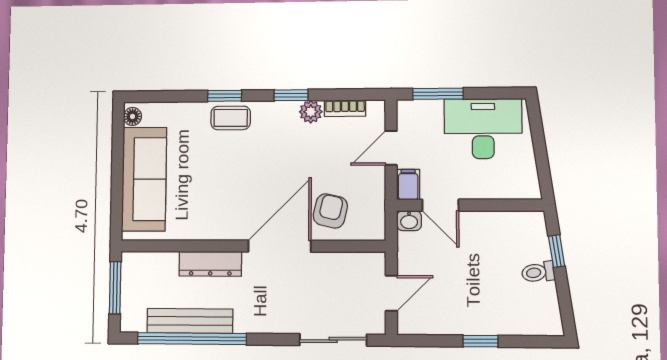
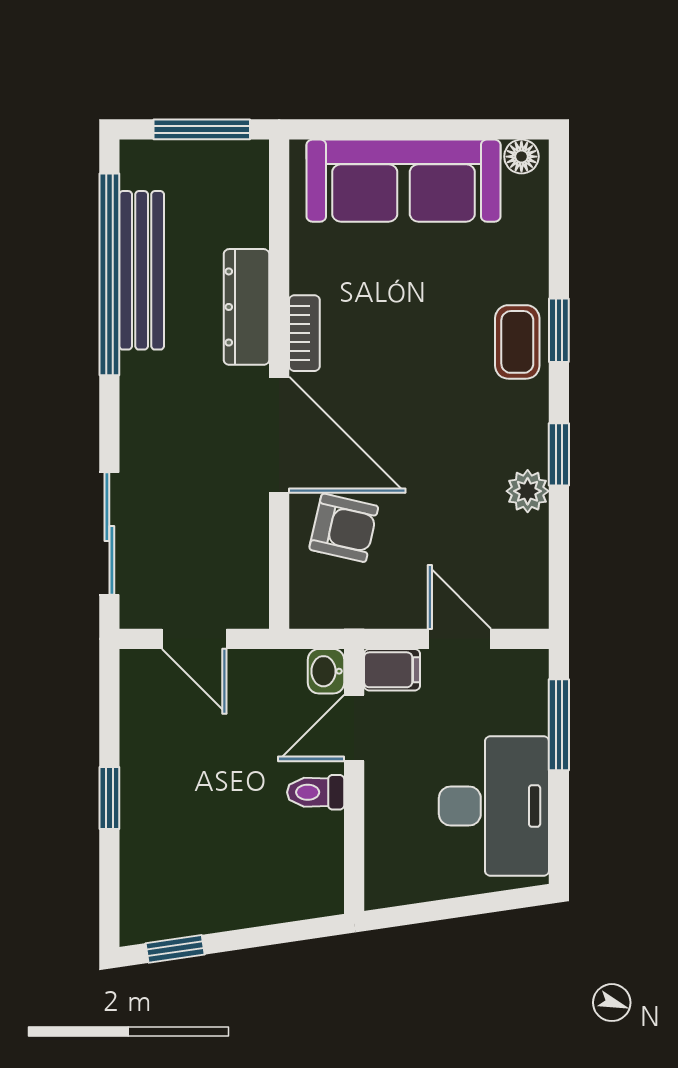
bookcase: (345, 108) -> (304, 333), moved, turned 180
window: (557, 251) -> (175, 949), moved
toilet: (538, 272) -> (316, 792), moved, turned -82

